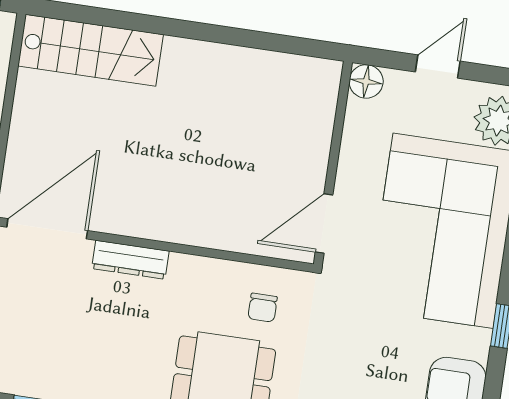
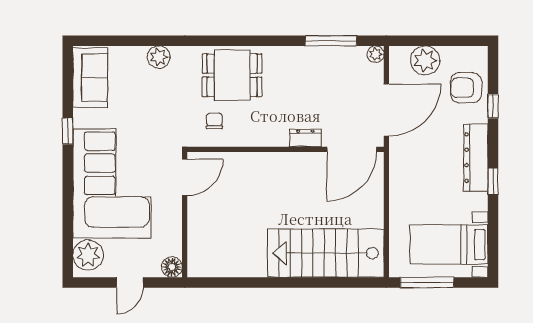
stairs: (91, 50) -> (326, 253), width x1.36, depth x1.51
dresser: (130, 260) -> (305, 138), width x0.70

